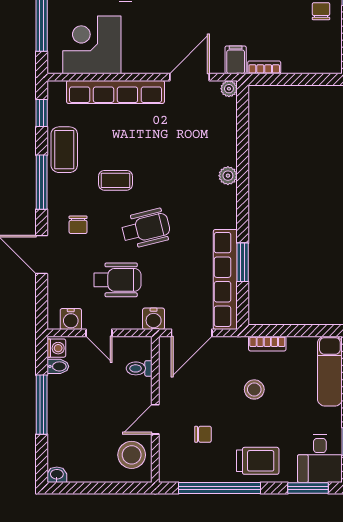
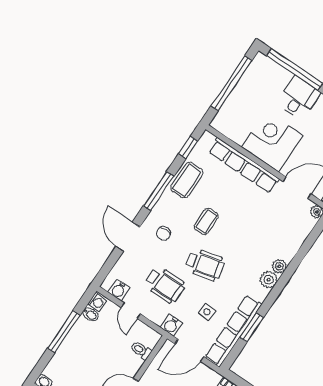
corner desk: (92, 45) -> (272, 141), moved
coffee table: (115, 180) -> (206, 221), turned 90
plant: (226, 198) -> (269, 280), added
side table: (183, 278) -> (207, 312), added

